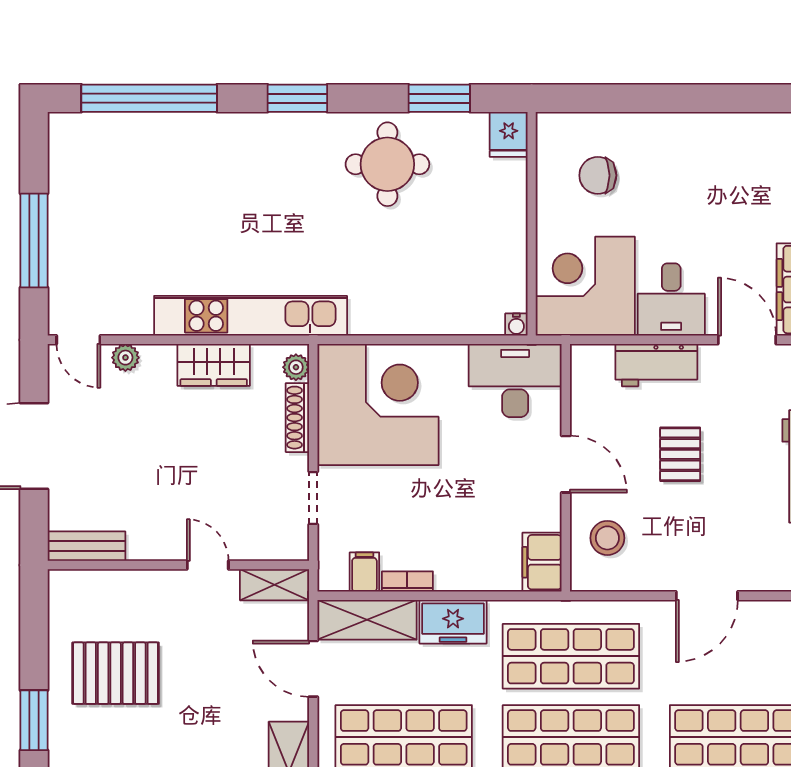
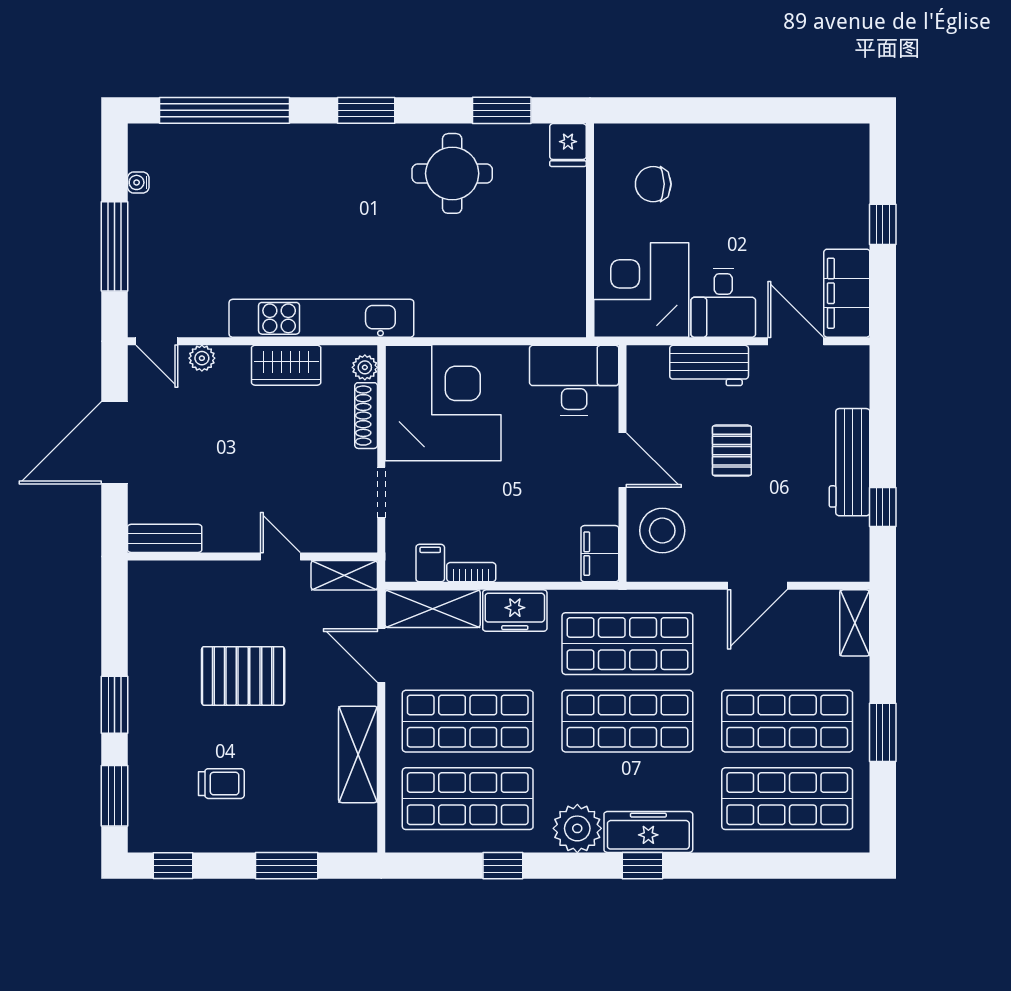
water cooler: (516, 325) -> (138, 182), moved, turned 90
stool: (607, 538) -> (662, 531), width x1.38, depth x1.38
pallet: (116, 673) -> (243, 676), moved

